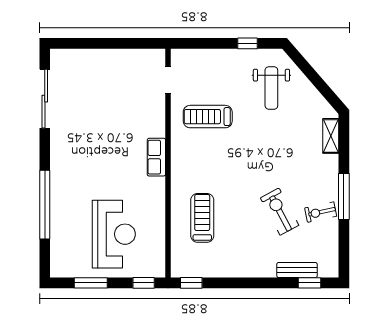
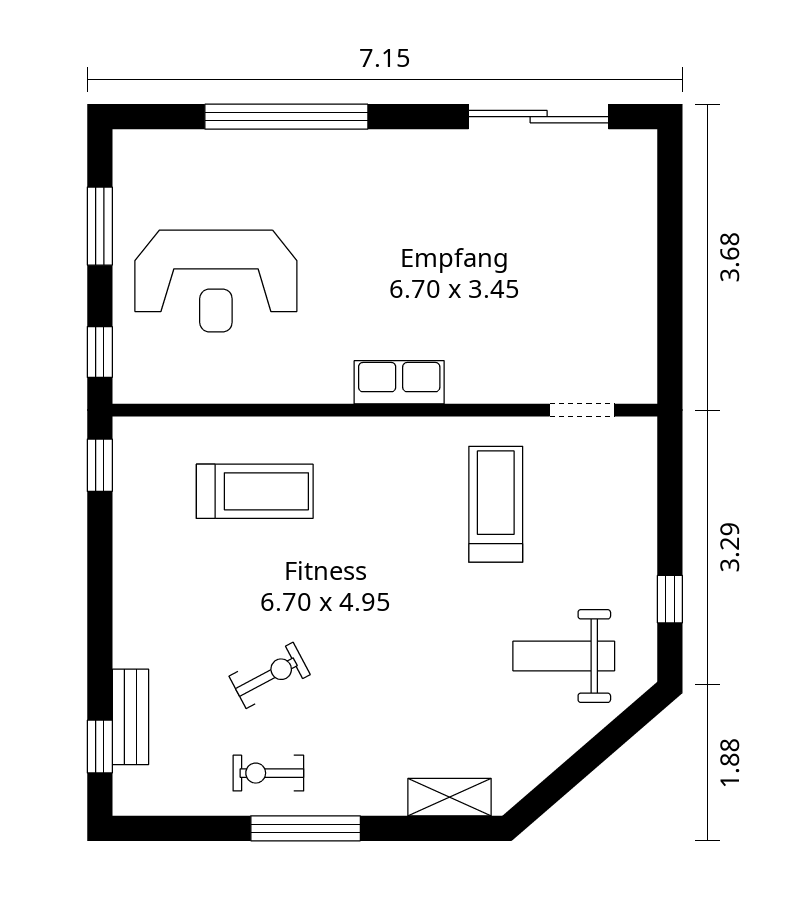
exercise bike: (280, 212) -> (270, 675), width x0.73, depth x0.72
exercise bike: (321, 212) -> (268, 773), turned -78

